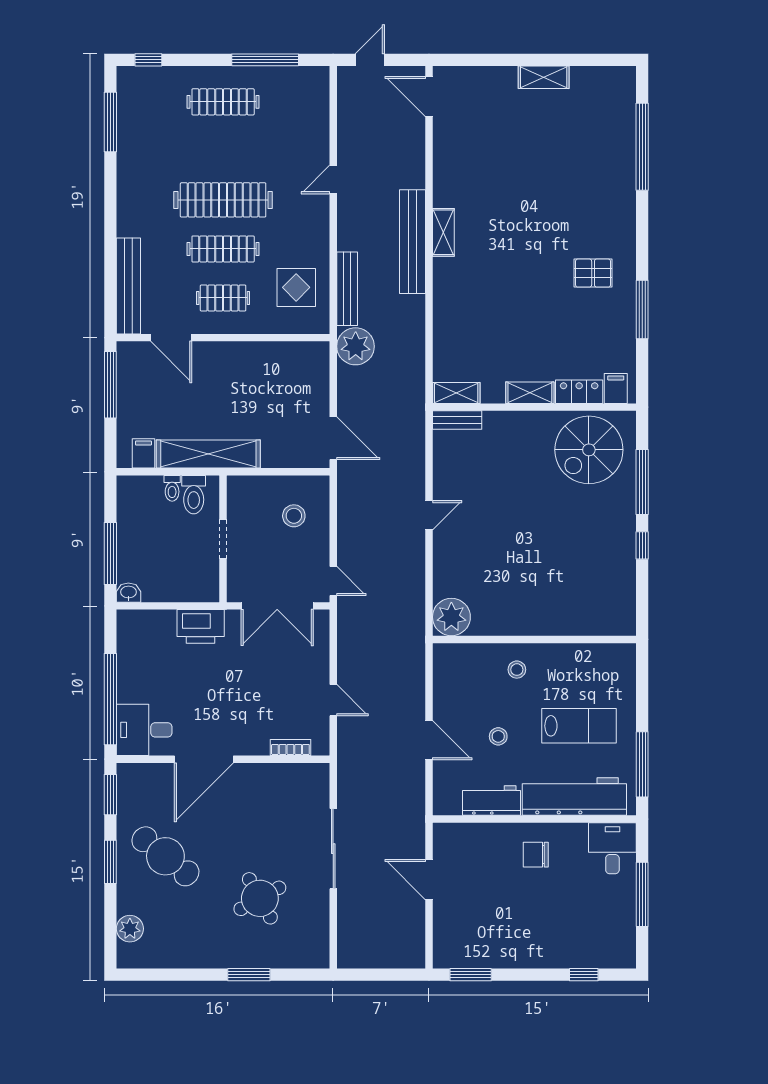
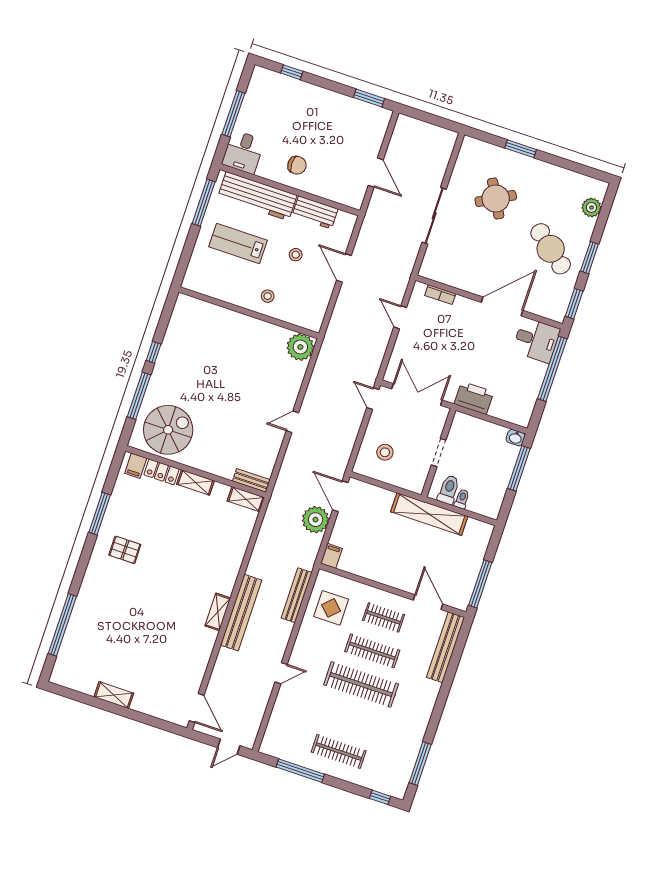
plant: (356, 346) -> (316, 520), moved
filing cabinet: (143, 453) -> (332, 556), moved, turned 180

